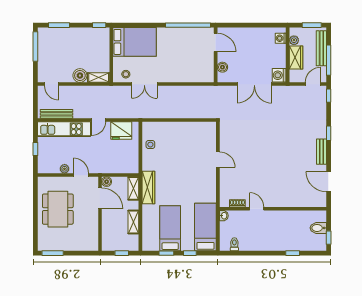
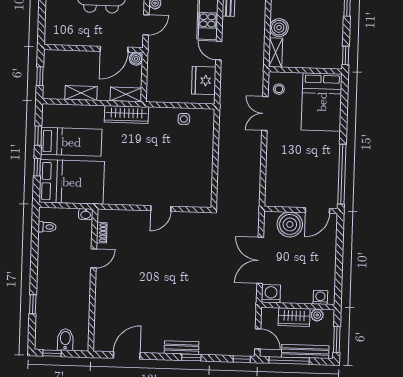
boiler: (222, 67) -> (290, 224), width x1.86, depth x1.86
bench: (321, 152) -> (182, 348), moved
bed: (205, 227) -> (72, 182), width x1.50

